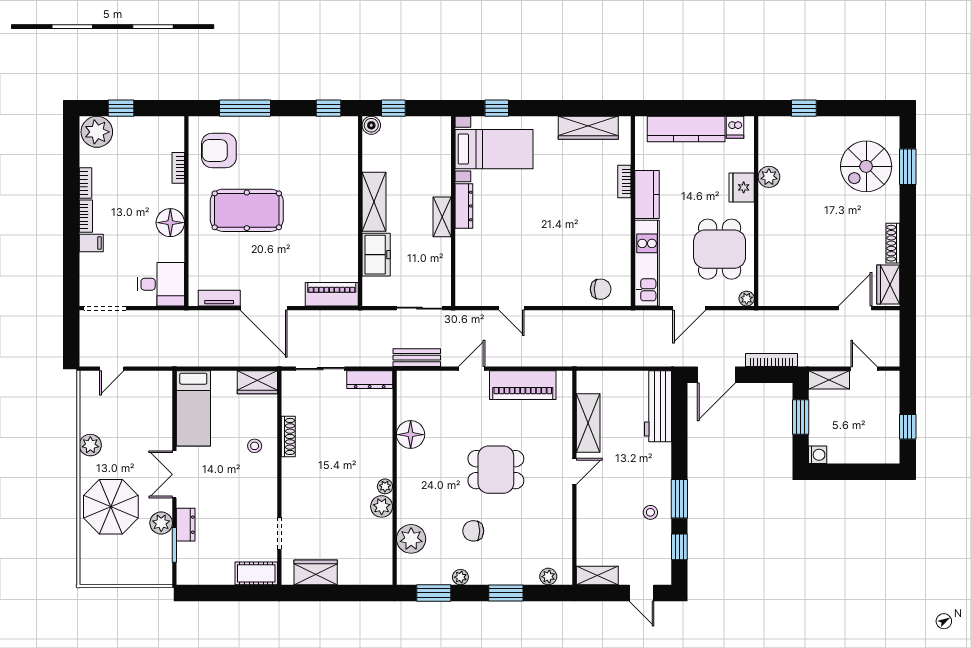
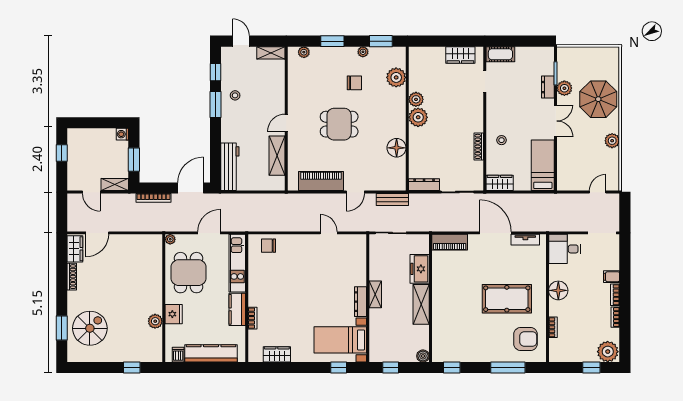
window: (393, 108) -> (391, 368), moved
wardrobe: (588, 128) -> (277, 354), width x0.67
plant: (385, 486) -> (418, 117), width x1.88, depth x1.88

